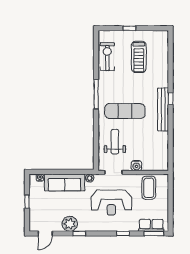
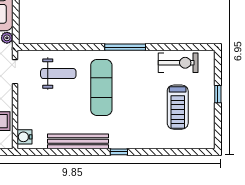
treadmill: (139, 57) -> (178, 107), turned -90
bench: (163, 109) -> (78, 141), moved
water cooler: (136, 166) -> (25, 137), moved

